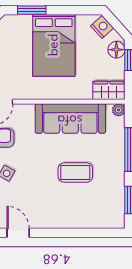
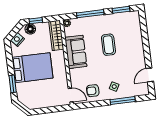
wardrobe: (109, 90) -> (56, 35), width x1.50
sofa: (70, 119) -> (76, 52), width x0.73

